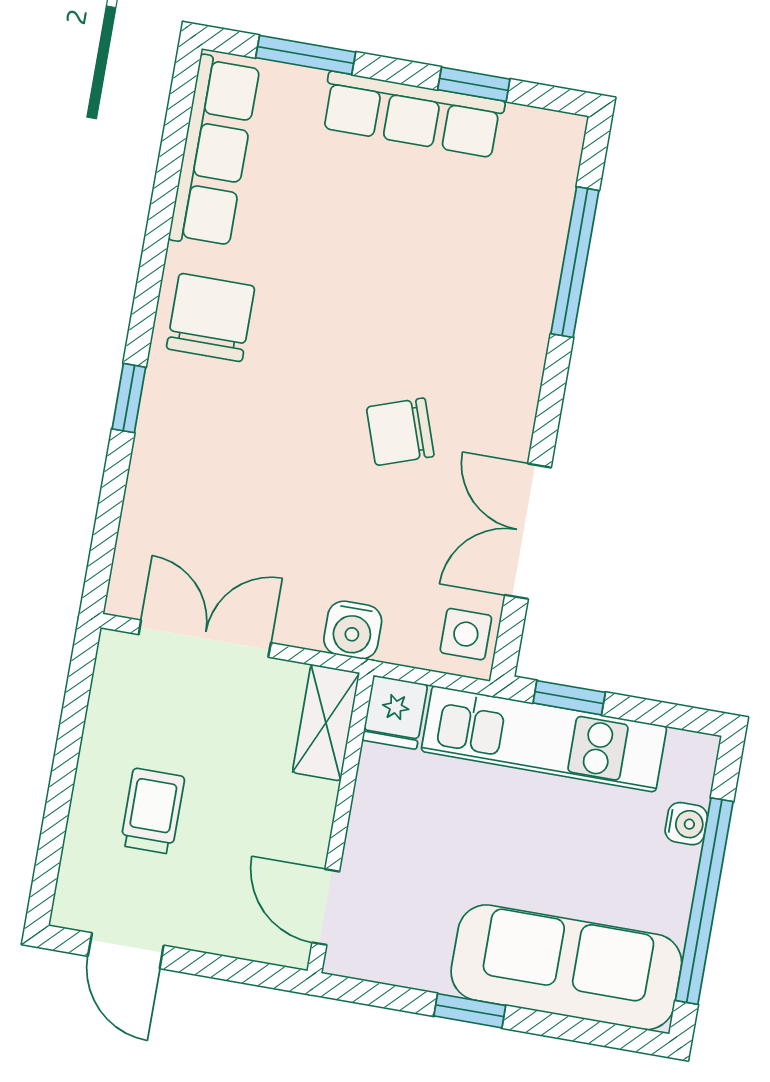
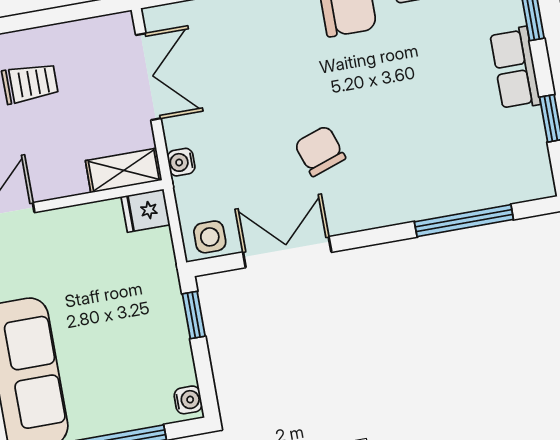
row of seats: (412, 115) -> (515, 68), width x0.68
water cooler: (353, 630) -> (181, 162), width x0.72, depth x0.72
kitchen unit: (544, 739) -> (163, 309), removed
water cooler: (686, 824) -> (188, 400), moved, turned -90

